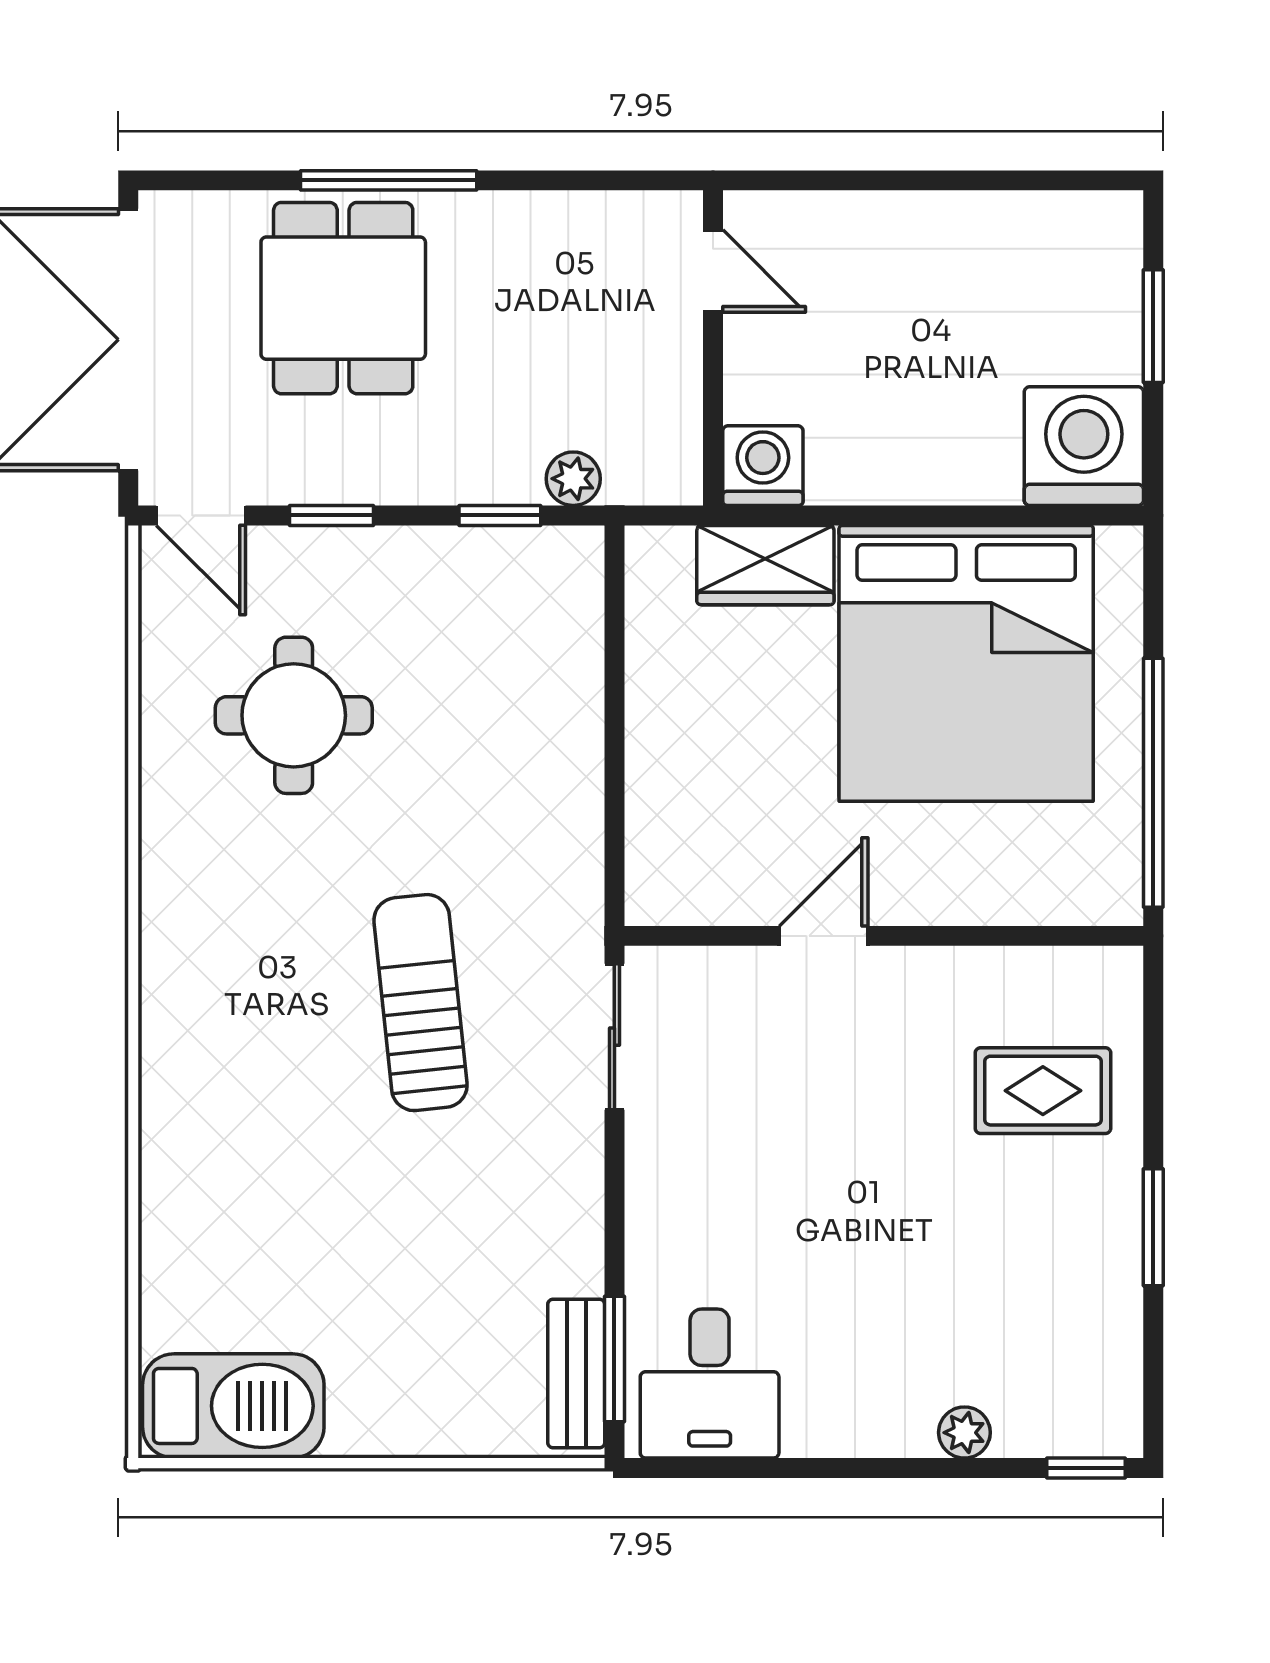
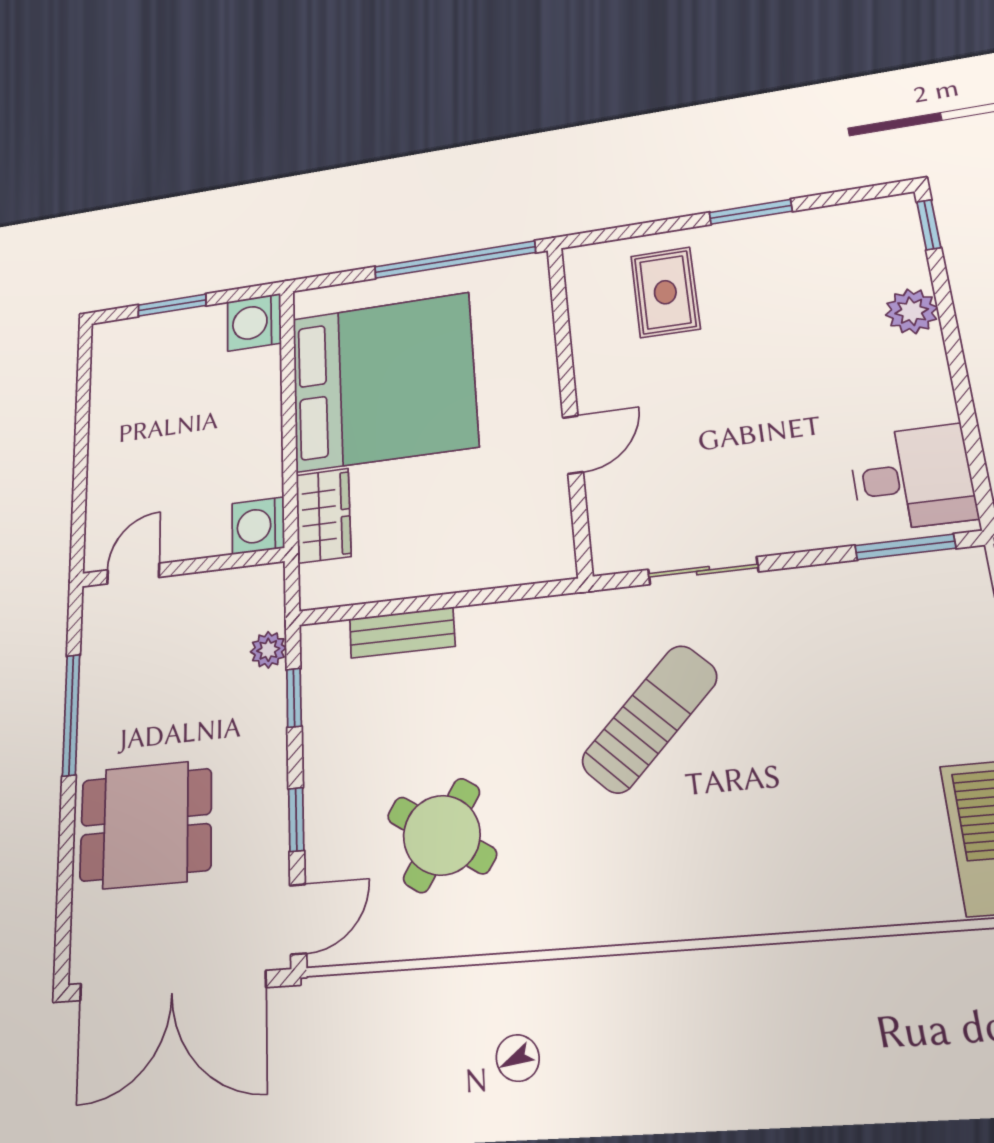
window: (389, 180) -> (71, 715), moved
washing machine: (1084, 446) -> (254, 322), width x0.73, depth x0.73
round table: (294, 715) -> (442, 835), turned 33
door: (824, 936) -> (573, 445), swing flipped
sun lounger: (421, 1003) -> (650, 719), turned 141
sliding door: (614, 1037) -> (703, 571), moved
bench: (576, 1374) -> (402, 633), moved
plant: (964, 1433) -> (912, 311), width x1.38, depth x1.38

